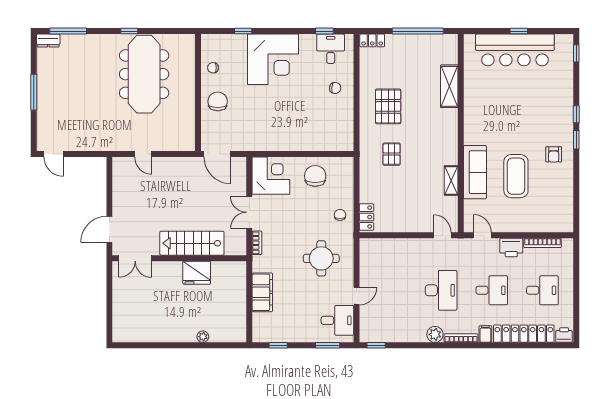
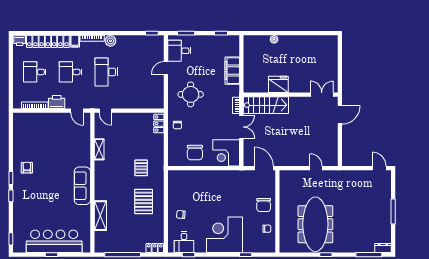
sofa: (475, 172) -> (82, 186), moved
coffee table: (516, 176) -> (53, 152), removed
stairs: (192, 243) -> (266, 105), moved

